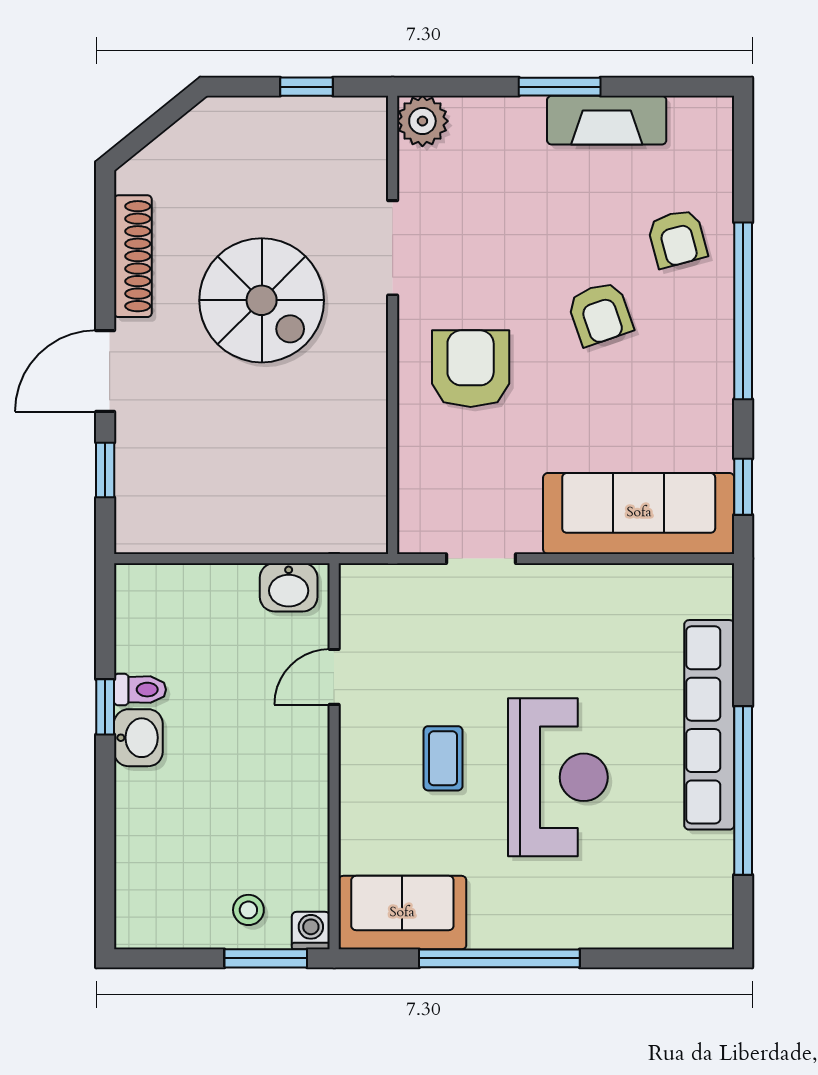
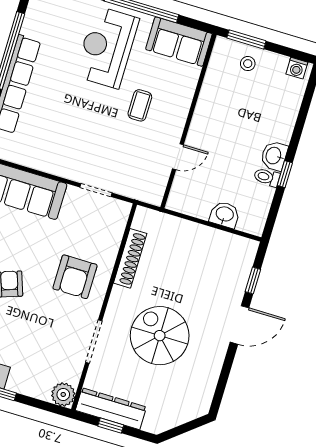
dresser: (316, 121) -> (111, 409), added
shoe rack: (133, 256) -> (130, 258), moved, turned 180
washbasin: (289, 587) -> (225, 215), moved
reception desk: (558, 777) -> (107, 47), moved
washing machine: (311, 931) -> (297, 68), moved

